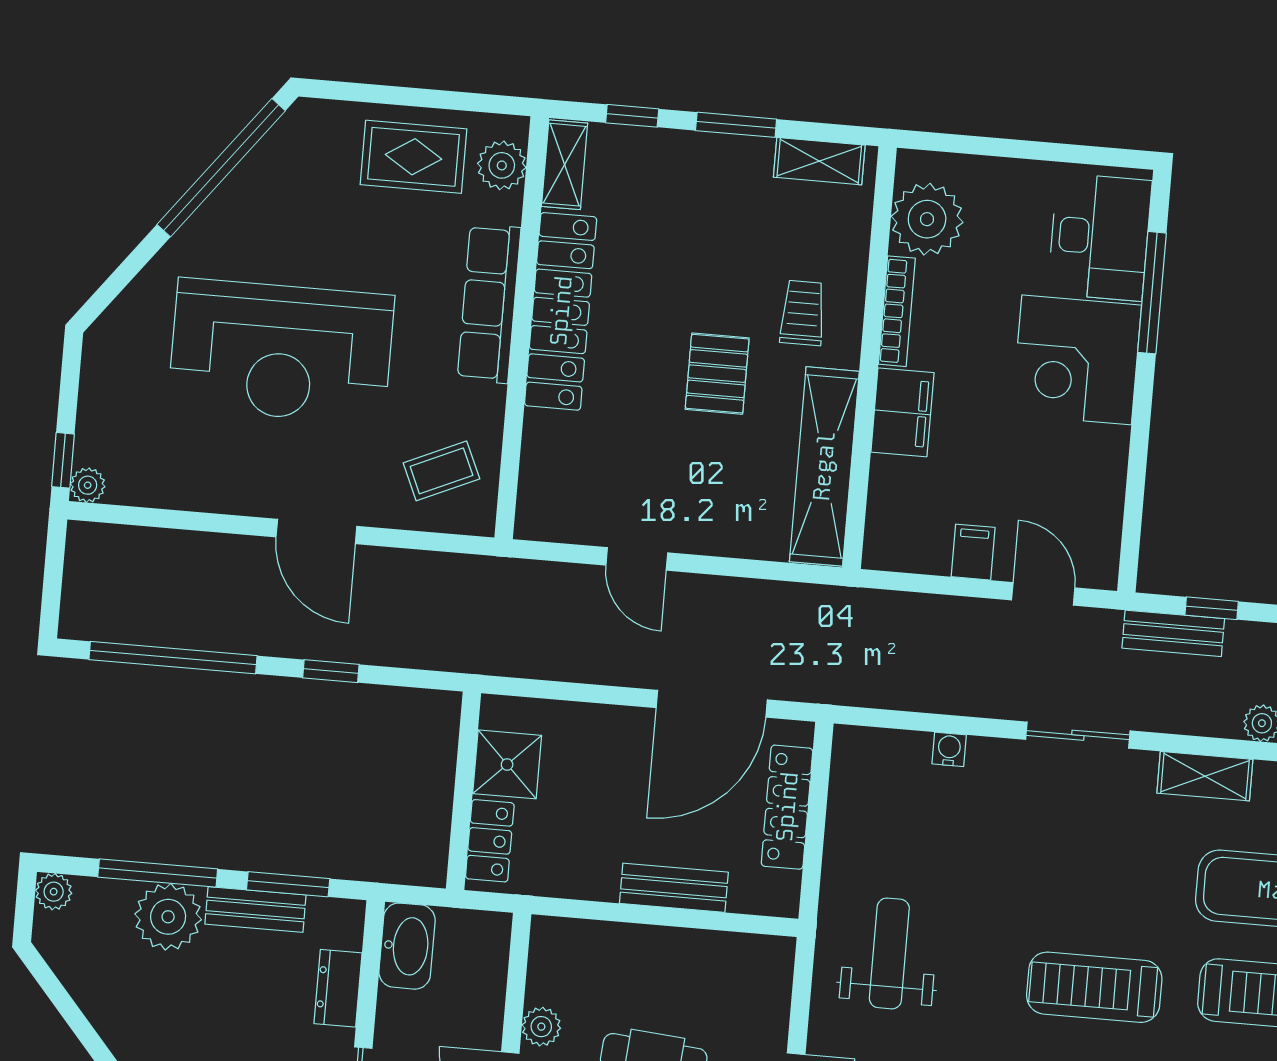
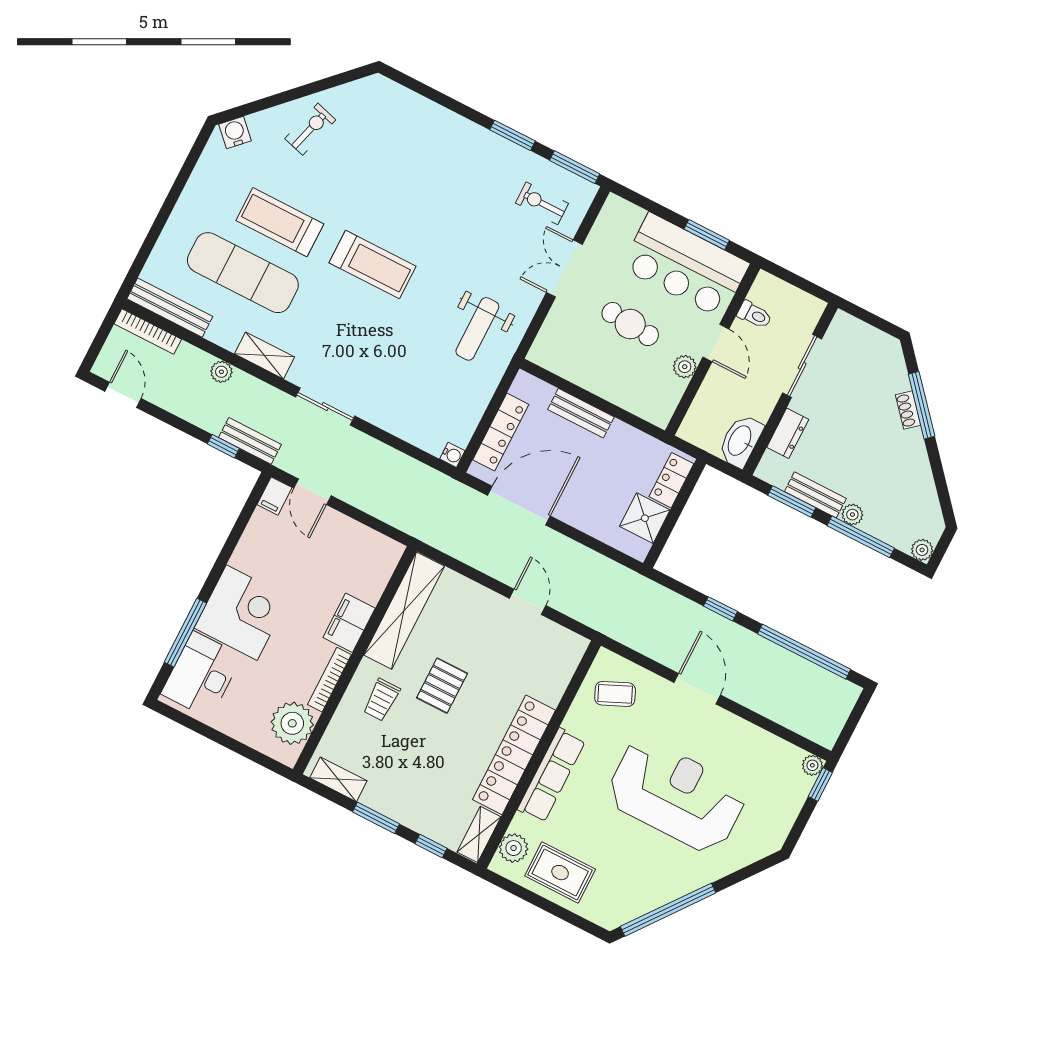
filing cabinet: (973, 552) -> (275, 496), moved
water cooler: (949, 749) -> (452, 455), moved, turned -90
plant: (168, 917) -> (852, 515), width x0.53, depth x0.53

